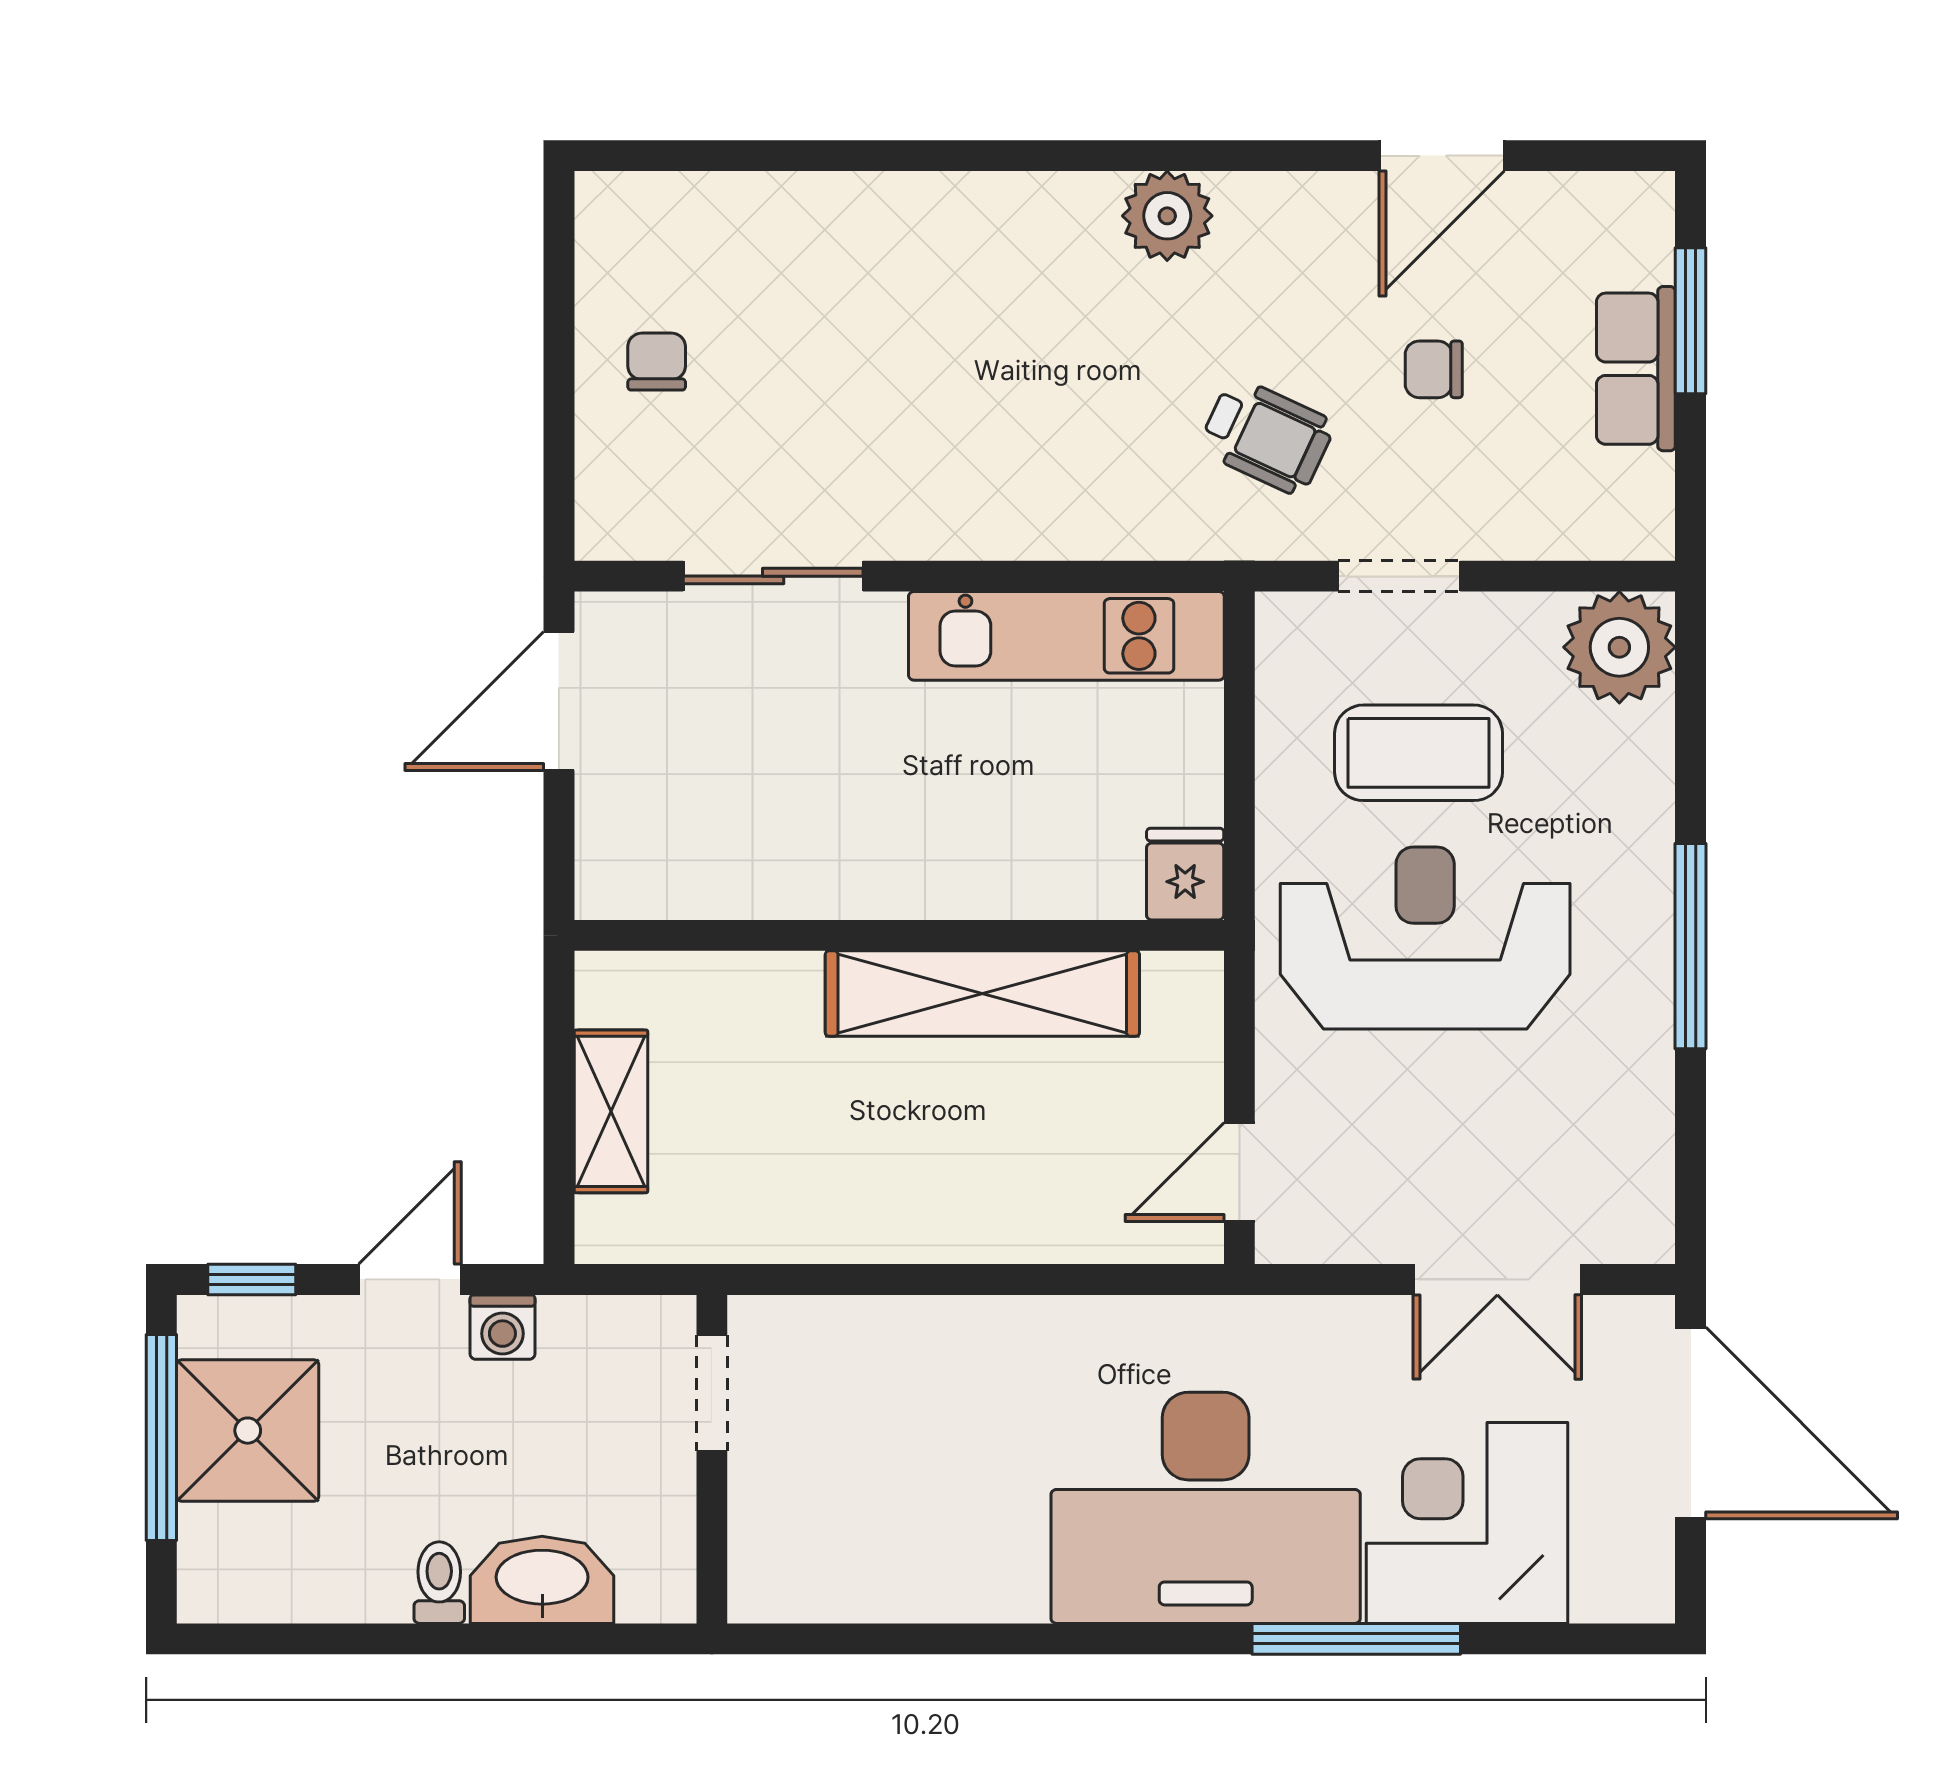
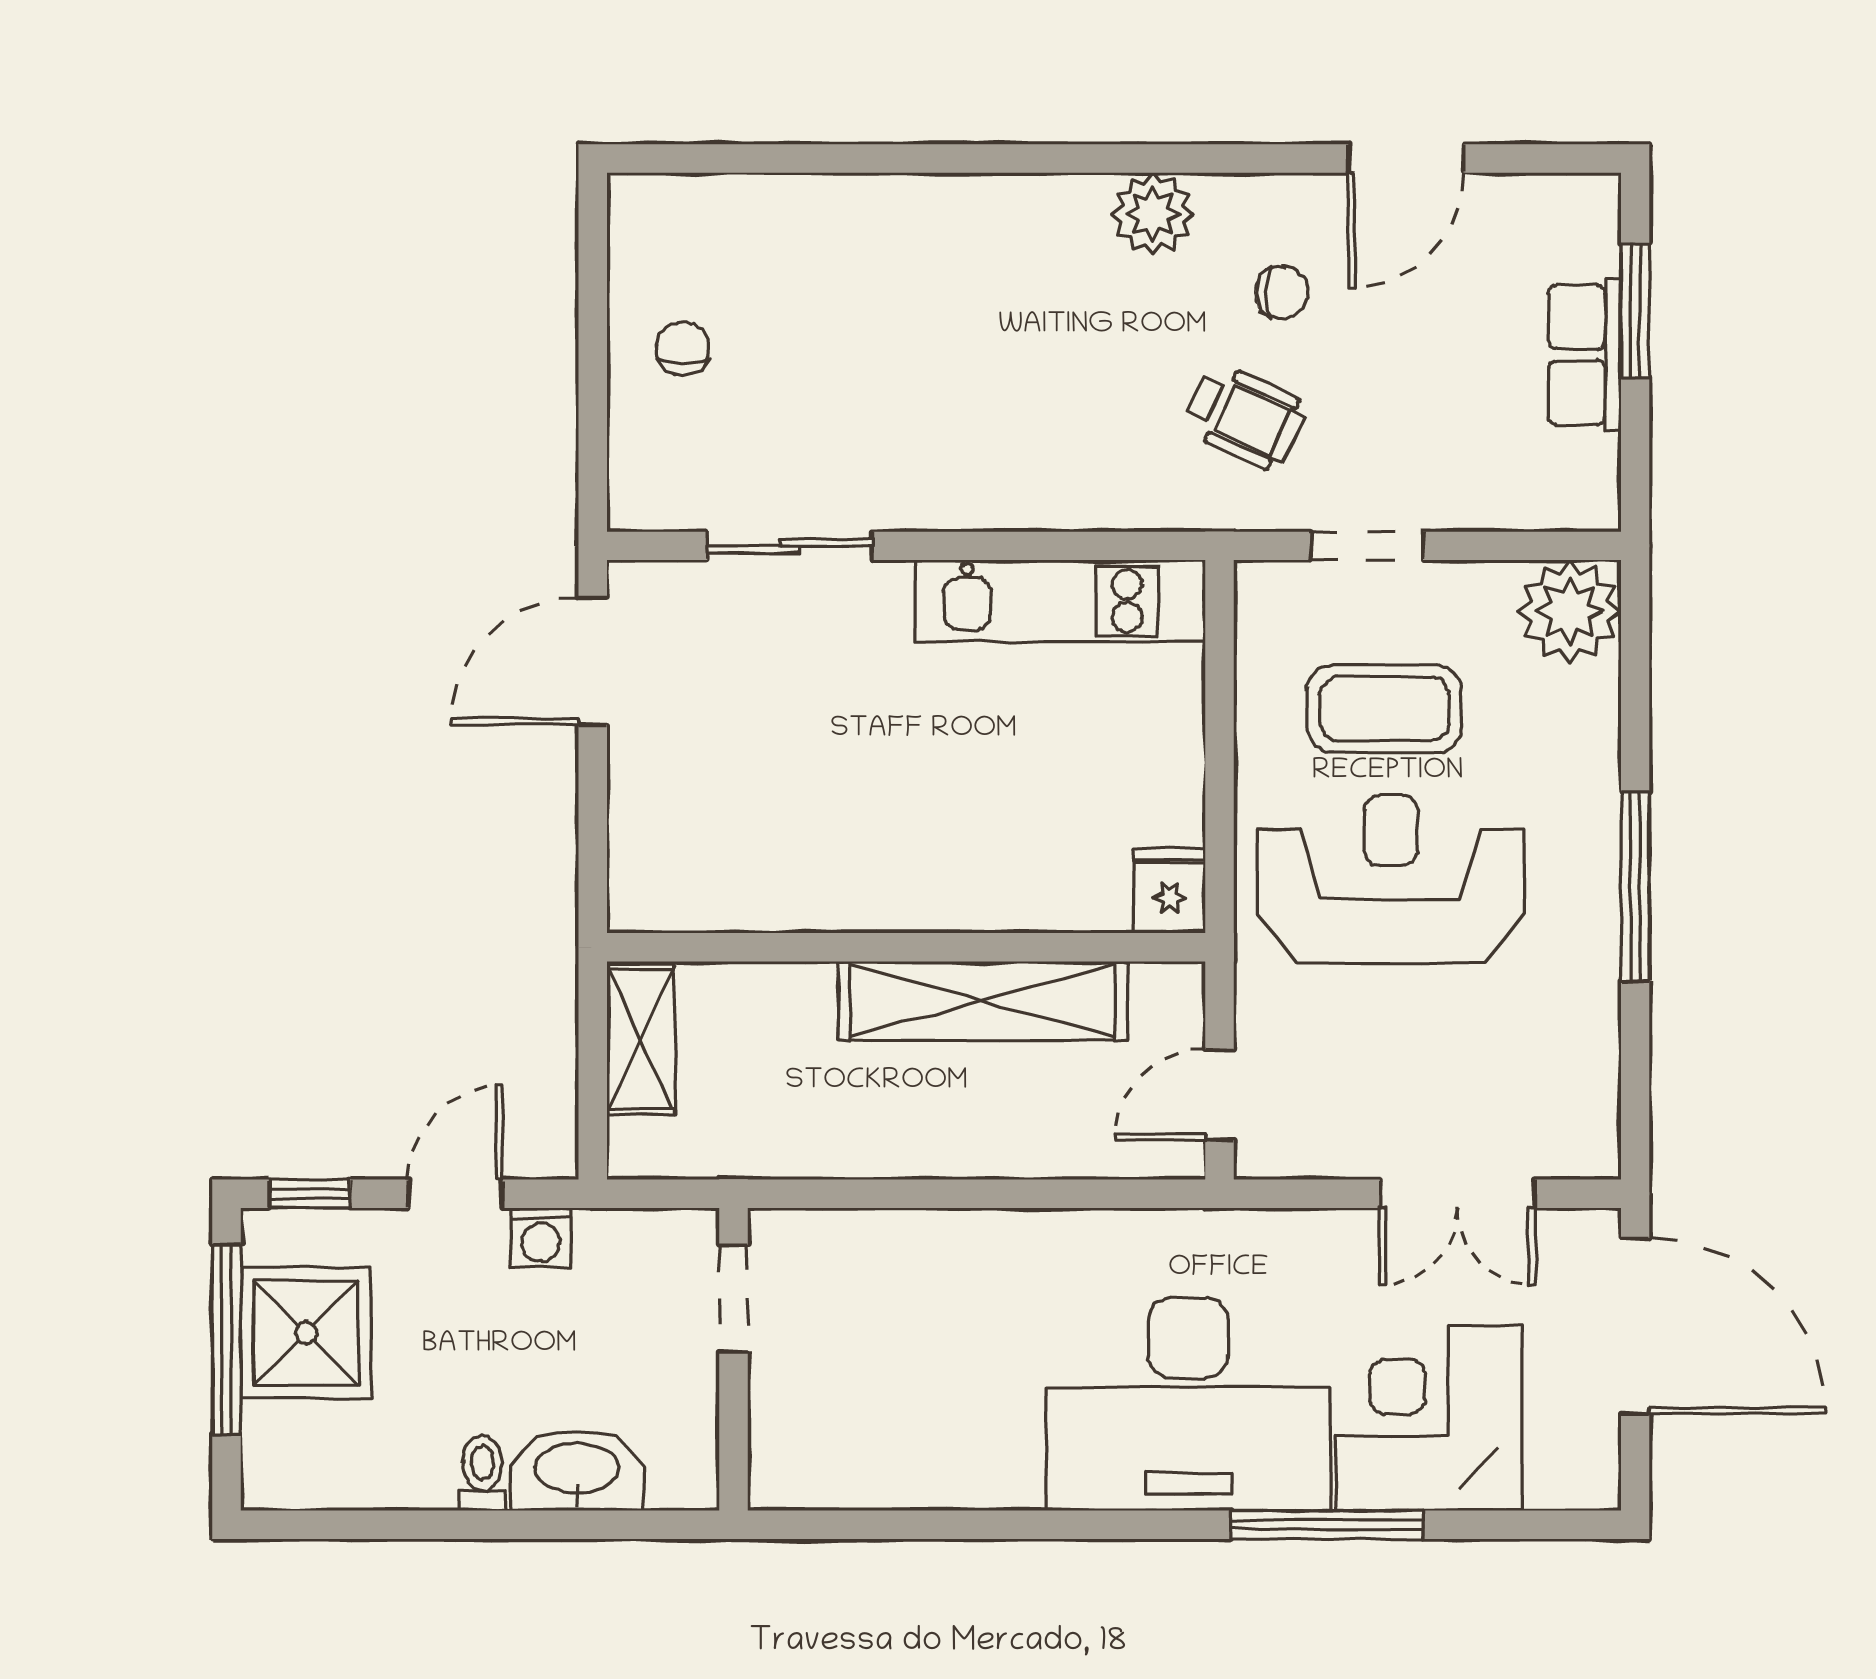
chair: (1434, 369) -> (1282, 292), moved, turned 180
fridge: (1185, 874) -> (1170, 891), moved
wall: (899, 935) -> (906, 947), moved
shelving: (982, 994) -> (983, 1001), moved

